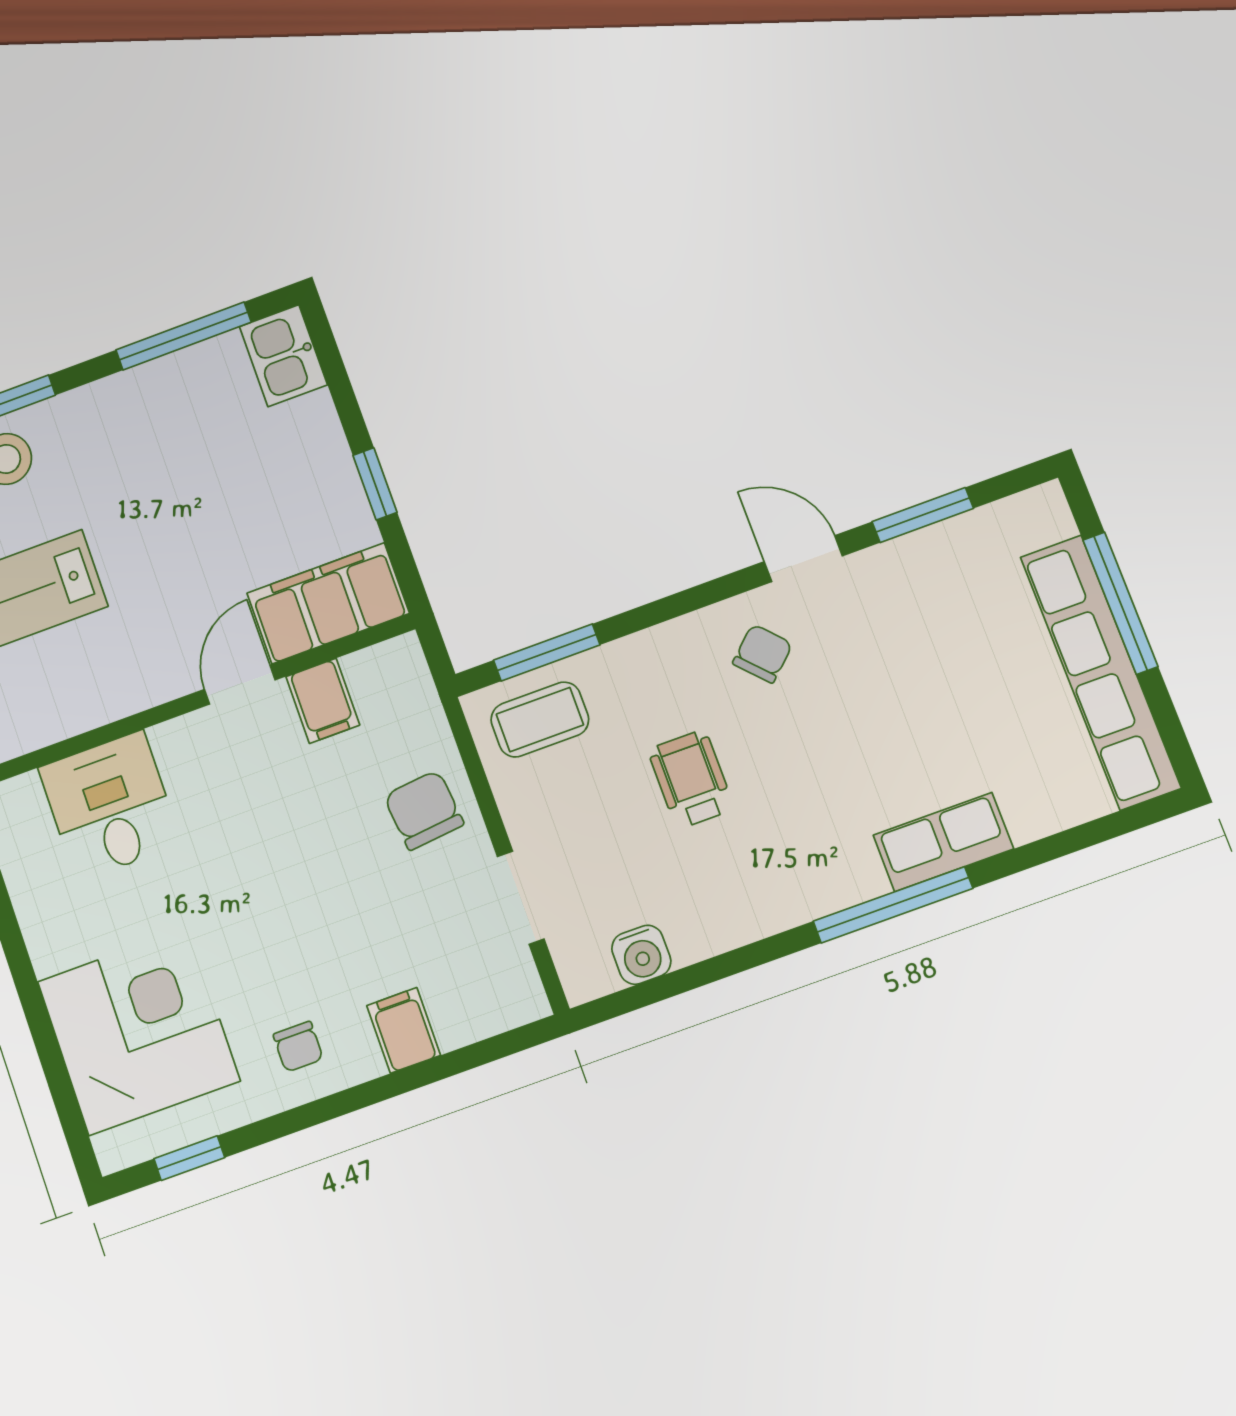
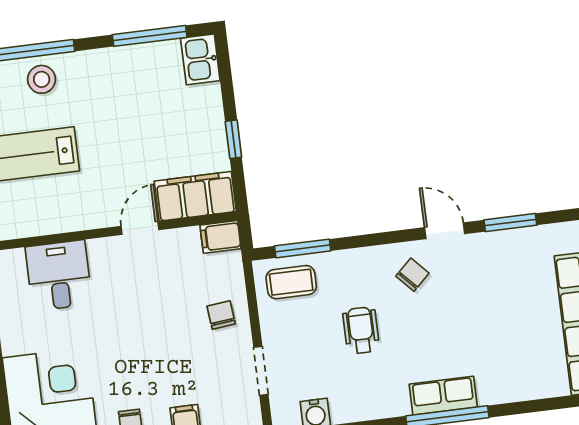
filing cabinet: (323, 701) -> (221, 237), moved, turned 90
chair: (424, 810) -> (221, 315), width x0.73, depth x0.73
row of seats: (943, 842) -> (443, 396), moved

